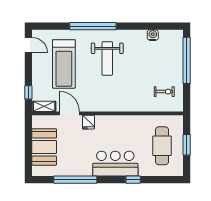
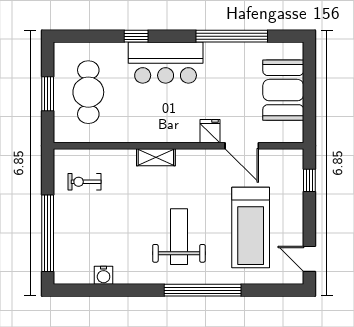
treadmill: (64, 64) -> (251, 228), turned 180
shelving: (44, 106) -> (156, 157), moved

